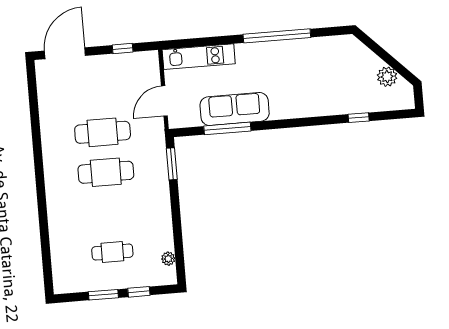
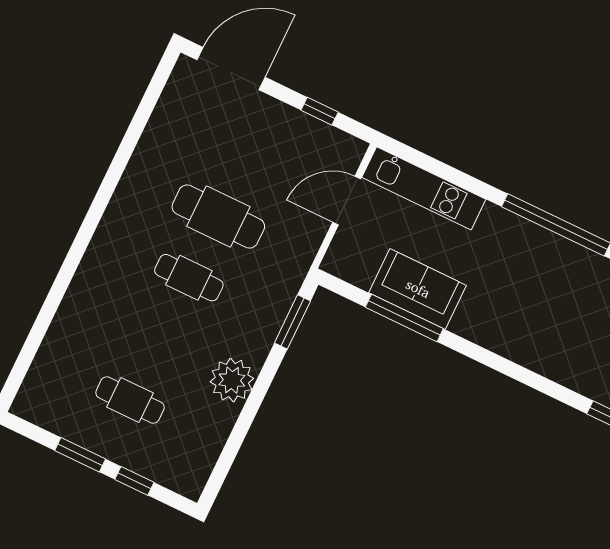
door: (164, 101) -> (347, 201), moved
sofa: (235, 109) -> (418, 289), width x0.73
cafe table: (106, 172) -> (189, 278), width x0.73, depth x0.74
plant: (168, 259) -> (232, 380), moved, width x1.87, depth x1.87

